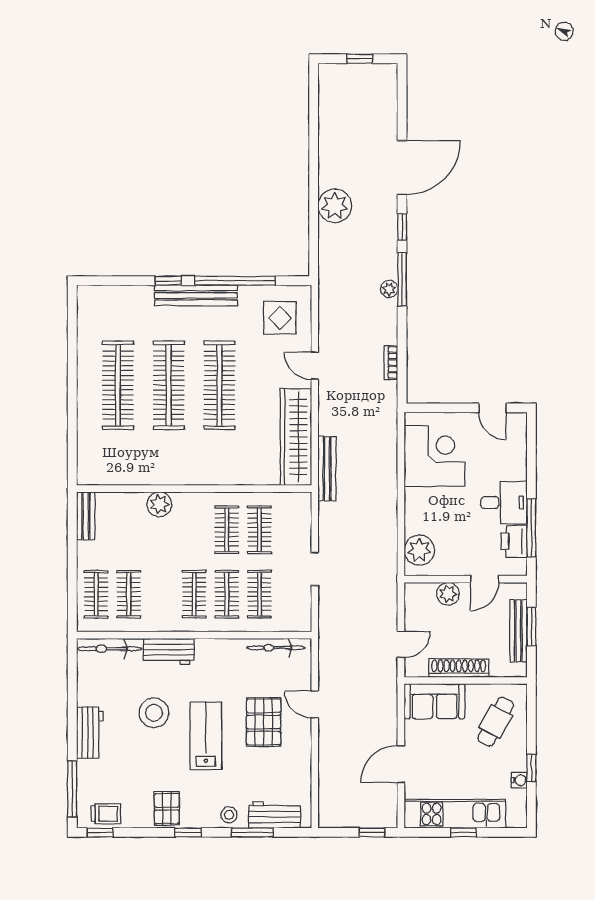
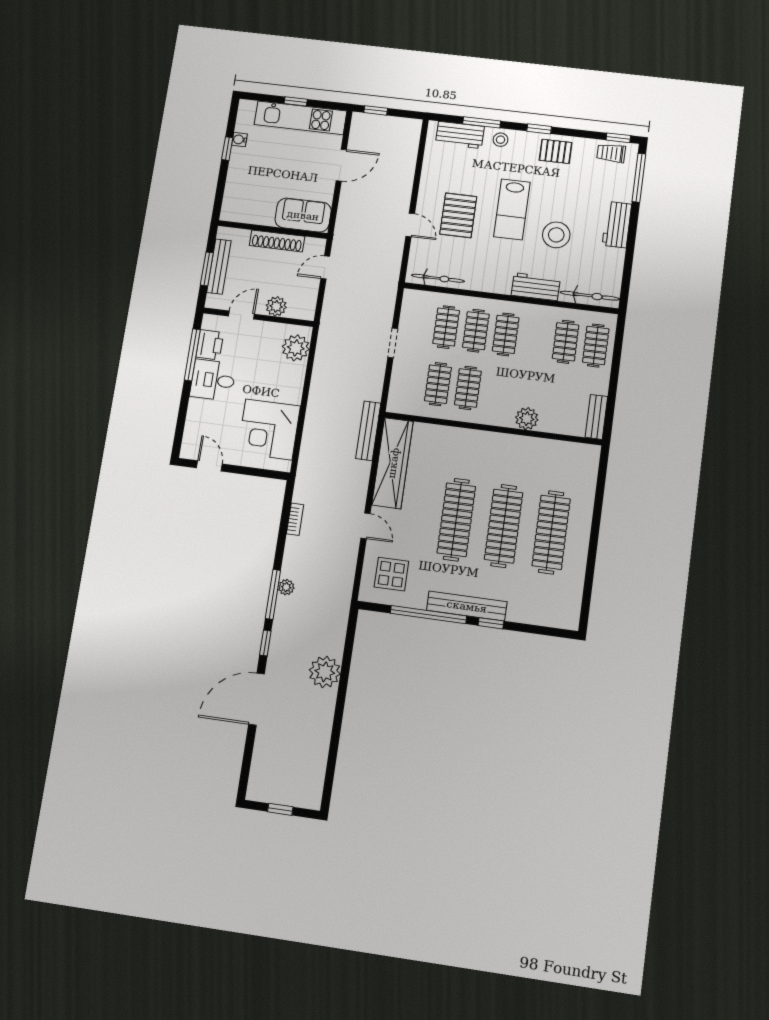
cafe table: (496, 722) -> (252, 191), removed
pallet: (167, 808) -> (556, 151), turned 90

